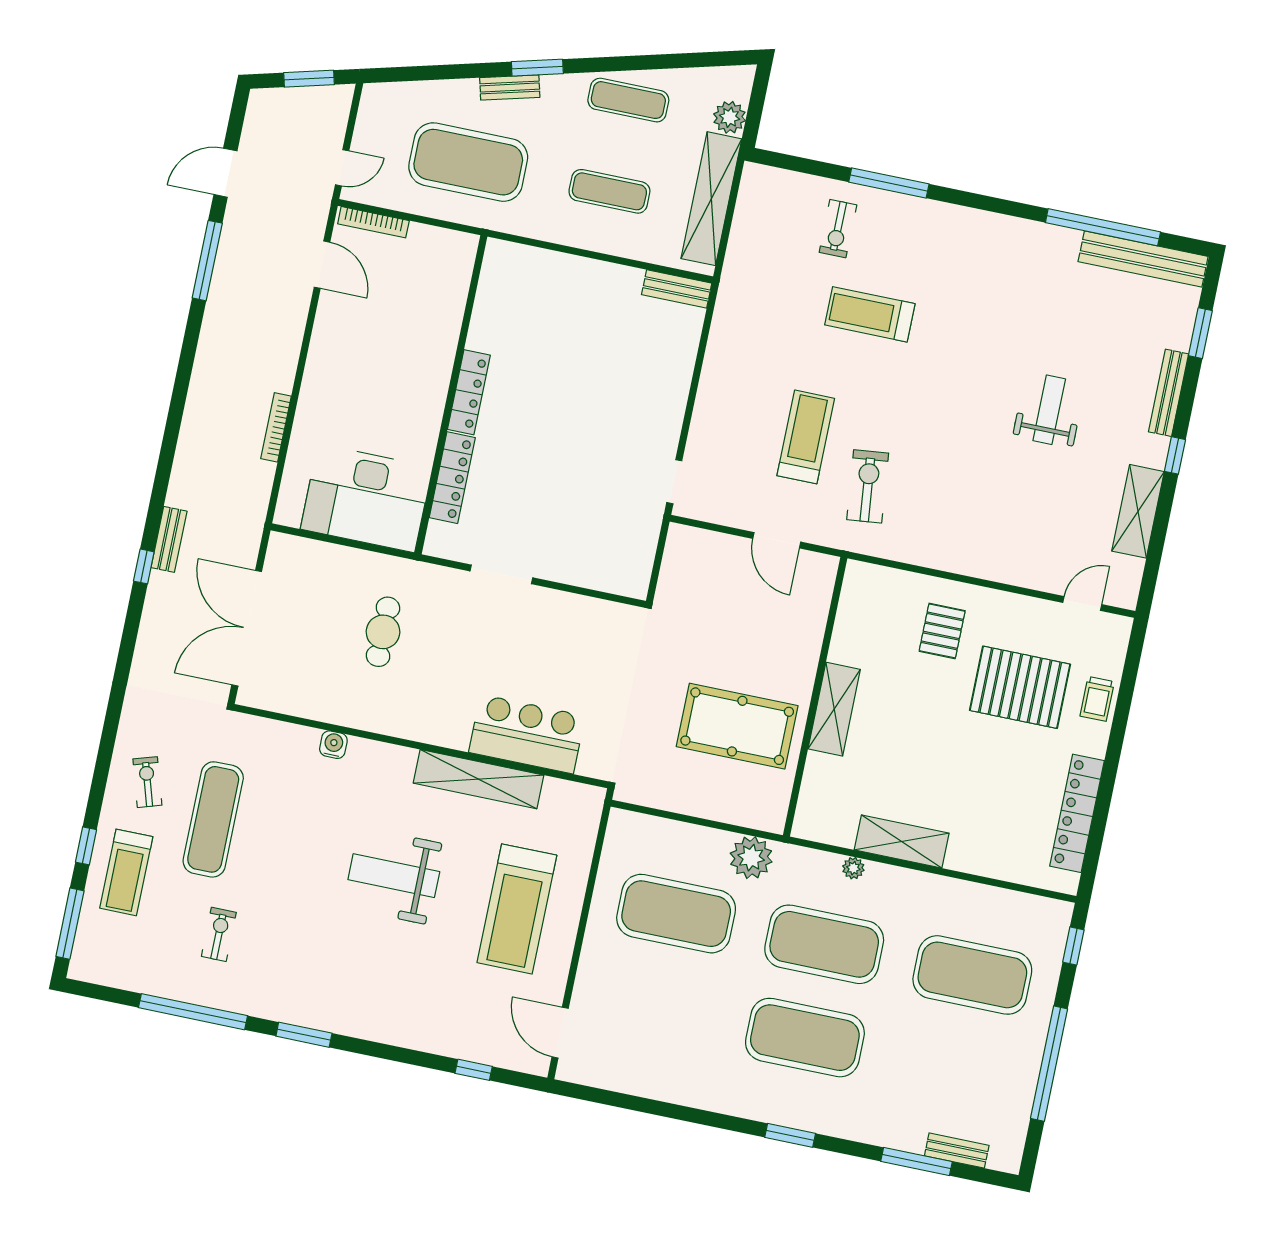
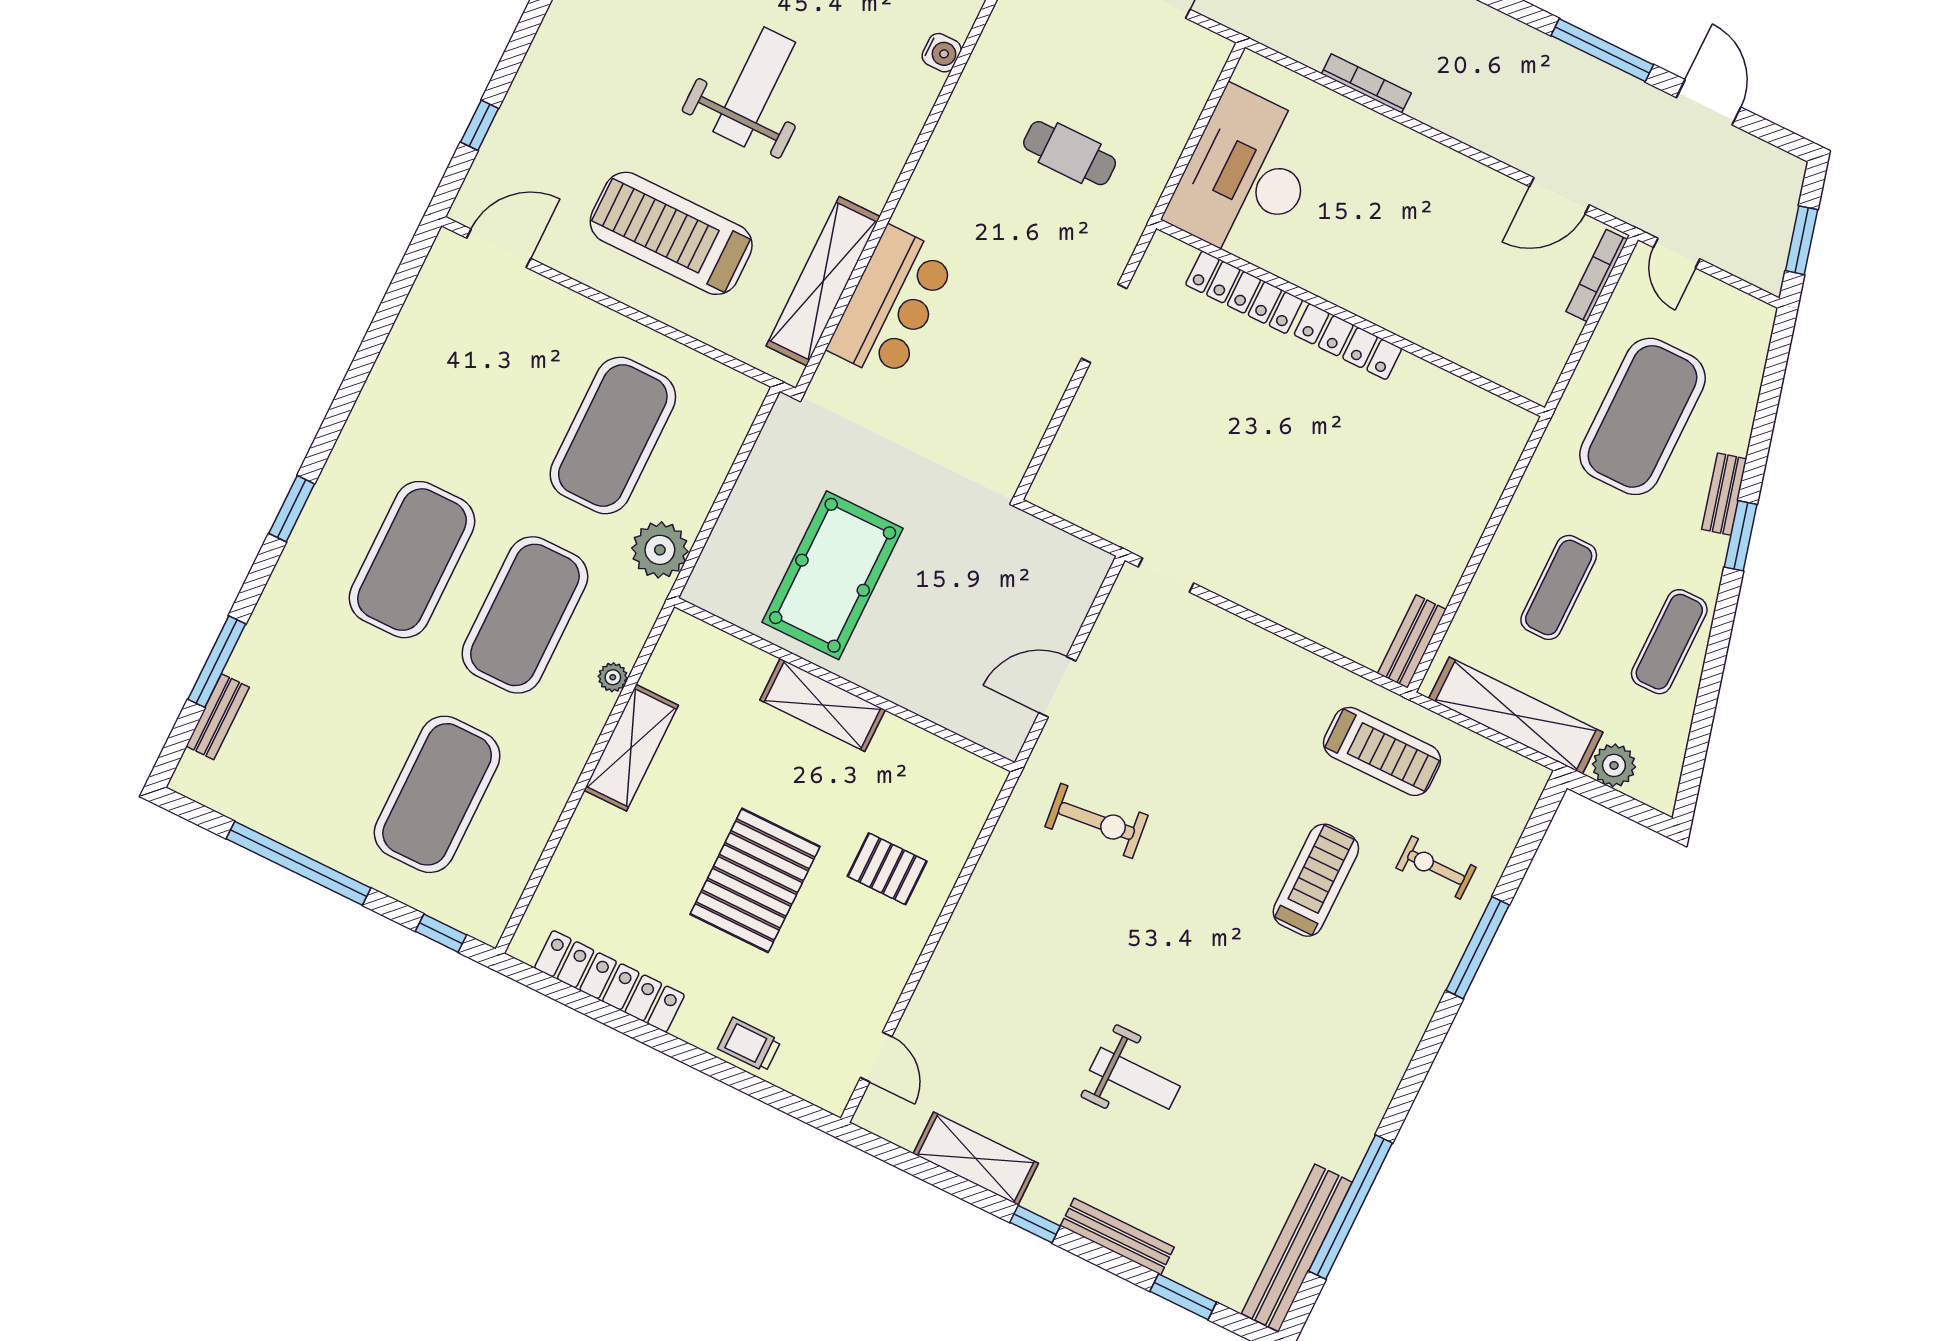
treadmill: (806, 437) -> (1382, 751), moved
pallet: (1020, 687) -> (755, 880), moved
shelving: (479, 779) -> (823, 281), moved

